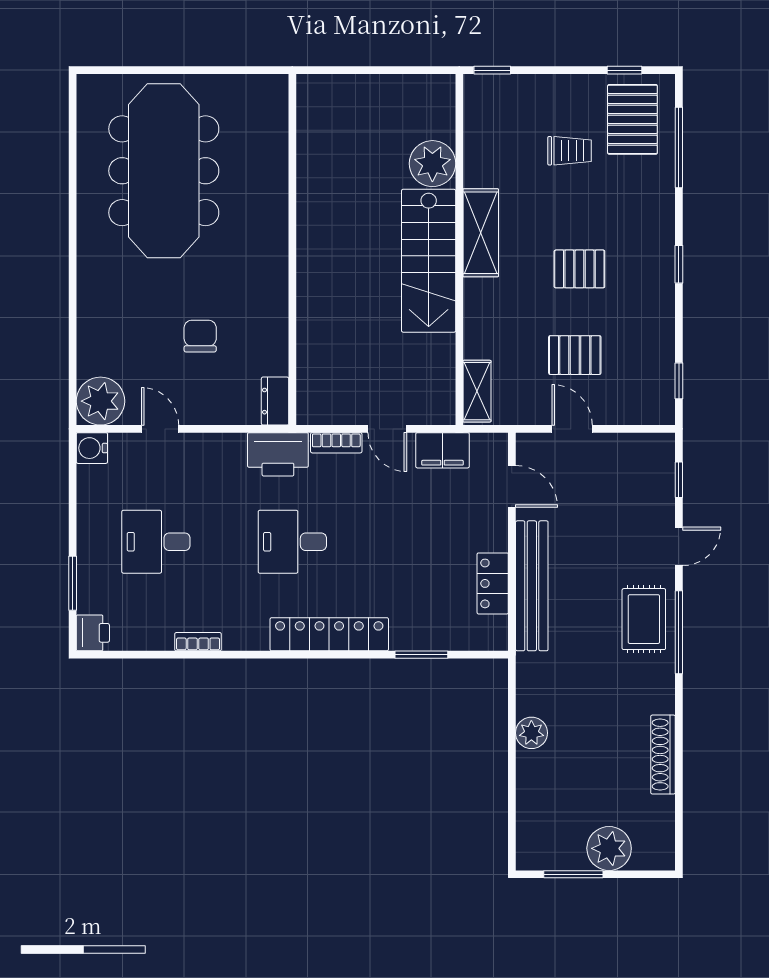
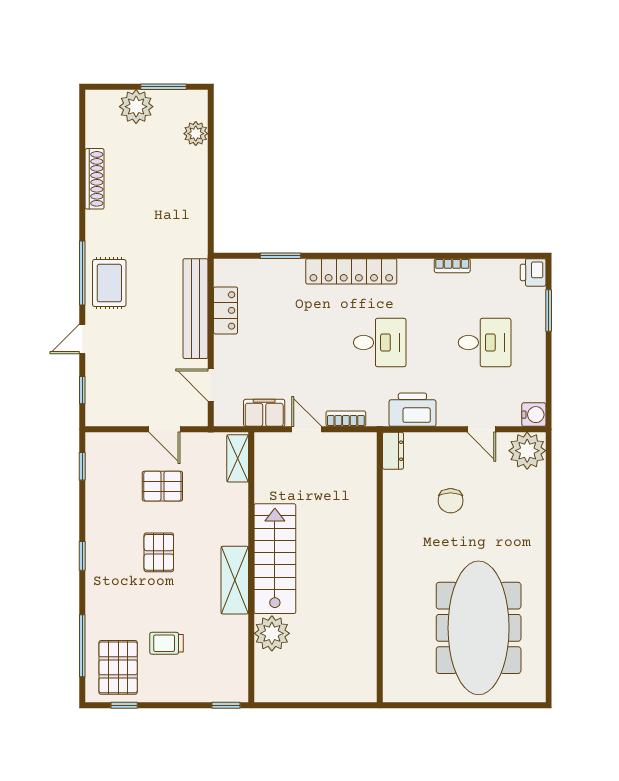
pallet: (579, 269) -> (159, 552), turned 90
printer: (278, 454) -> (412, 410), moved
plant: (531, 733) -> (196, 134), moved

